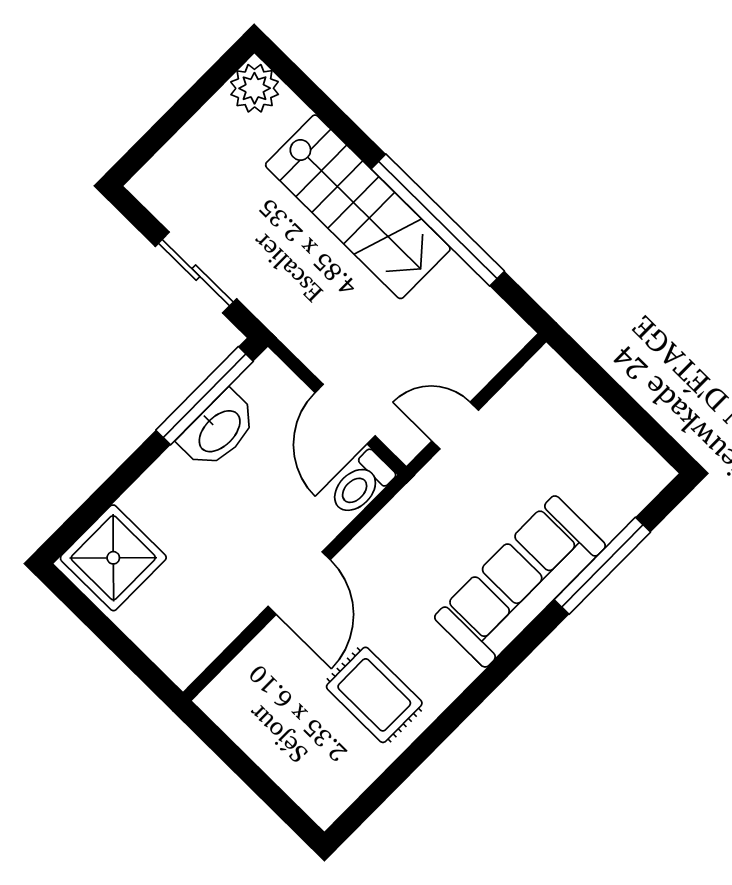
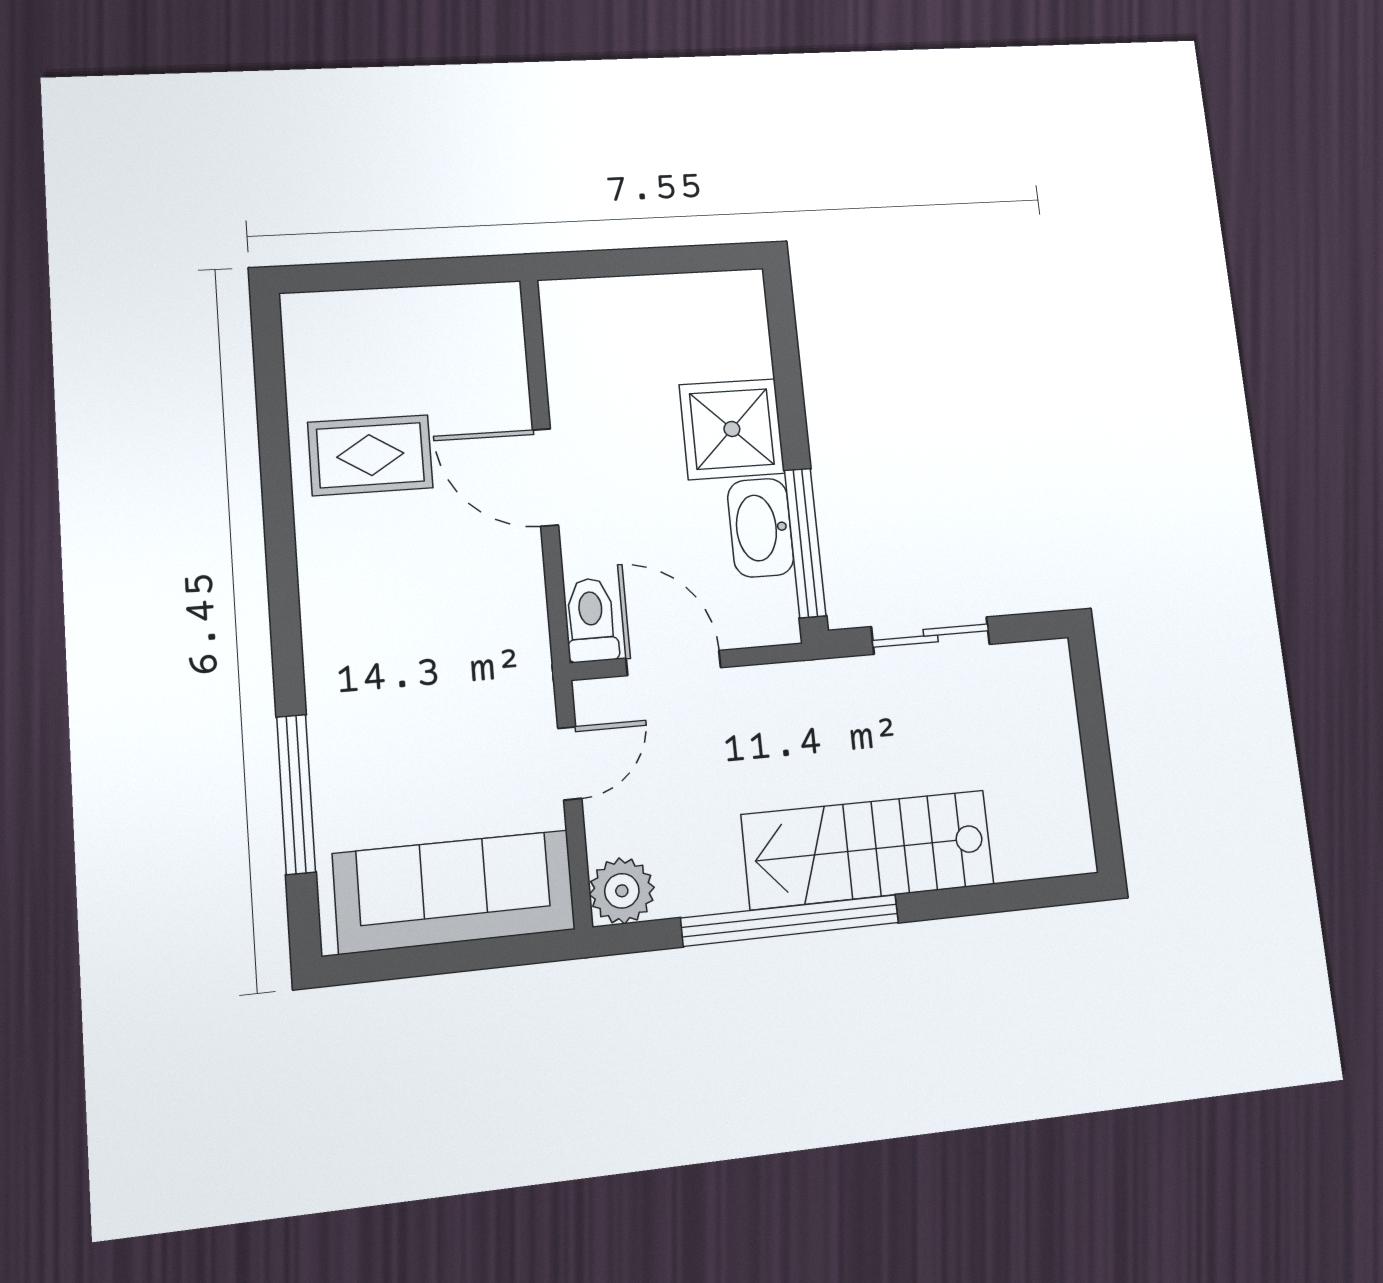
plant: (255, 88) -> (622, 891), moved
shower: (113, 558) -> (732, 429), moved
sofa: (520, 581) -> (454, 892), moved, turned -90

